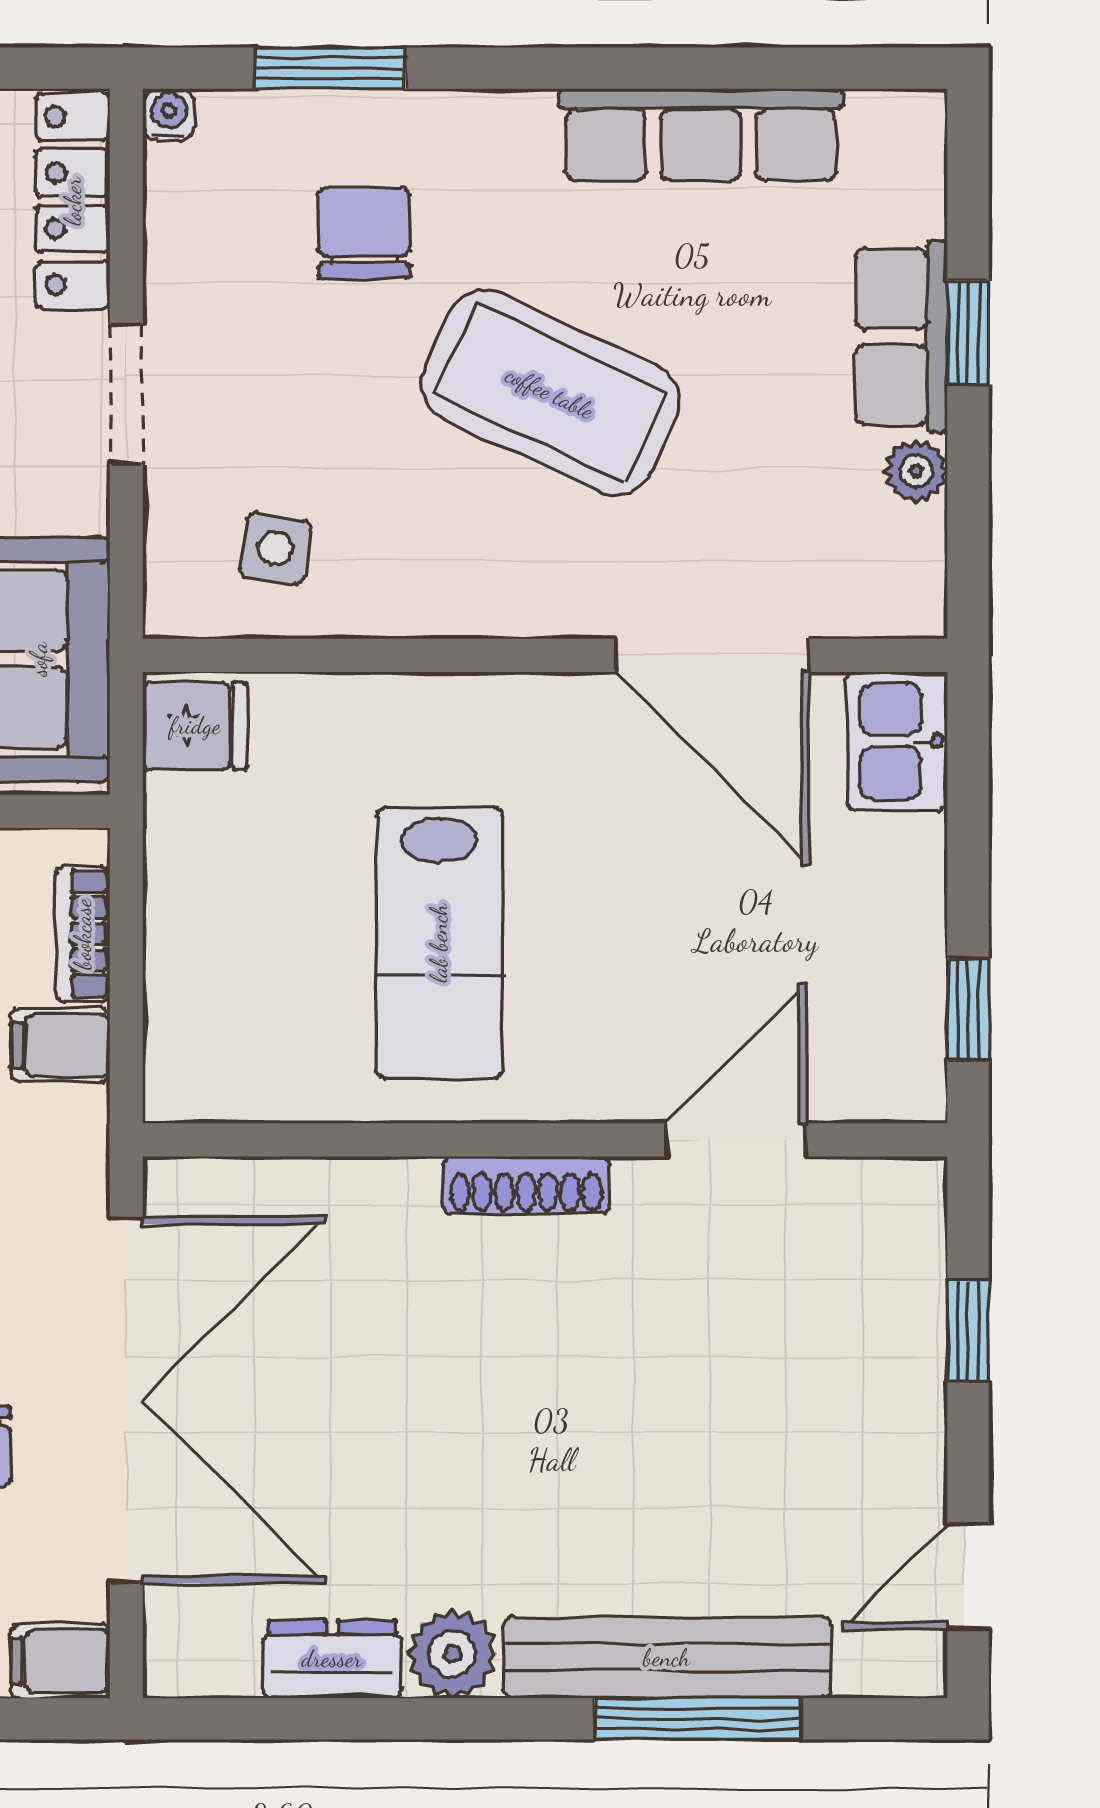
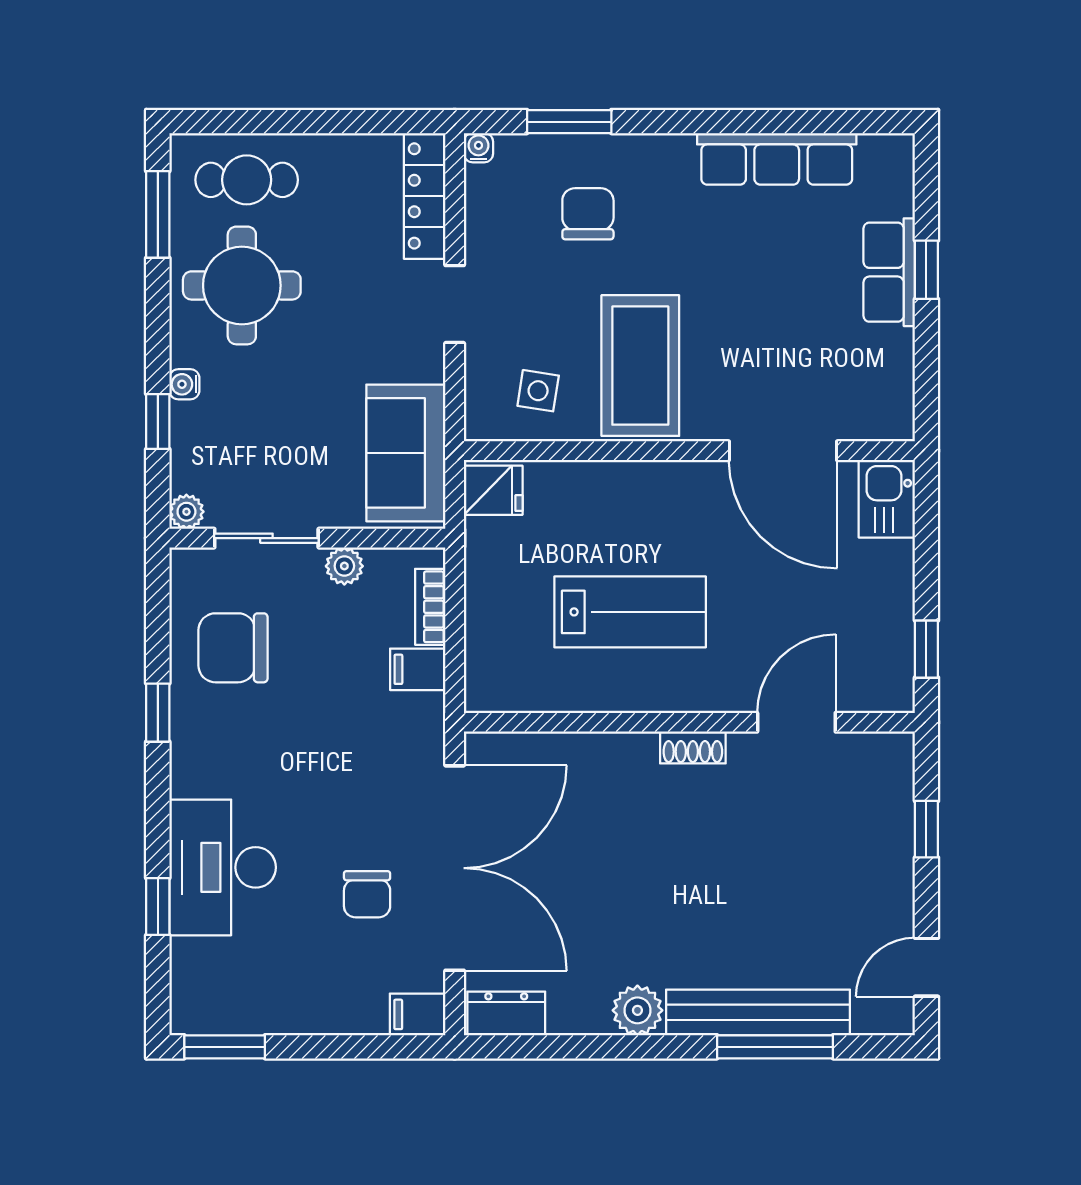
coffee table: (550, 393) -> (640, 366), moved, turned 65
plant: (916, 471) -> (897, 347), removed
lab bench: (439, 943) -> (630, 612), turned -90
shoe rack: (526, 1185) -> (693, 747), width x0.70
dresser: (332, 1659) -> (506, 1013), moved

